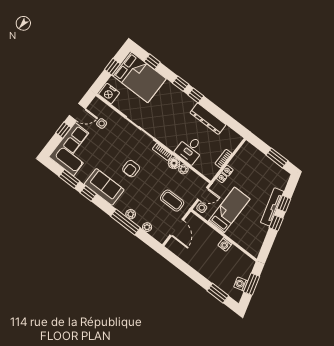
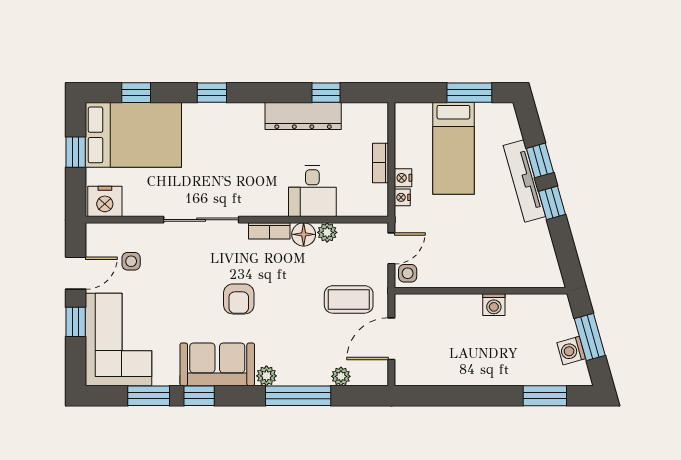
window: (196, 95) -> (326, 93), moved
bed: (229, 210) -> (453, 148), moved, turned 180
plant: (131, 214) -> (266, 376), moved
door: (177, 228) -> (391, 339), swing flipped

